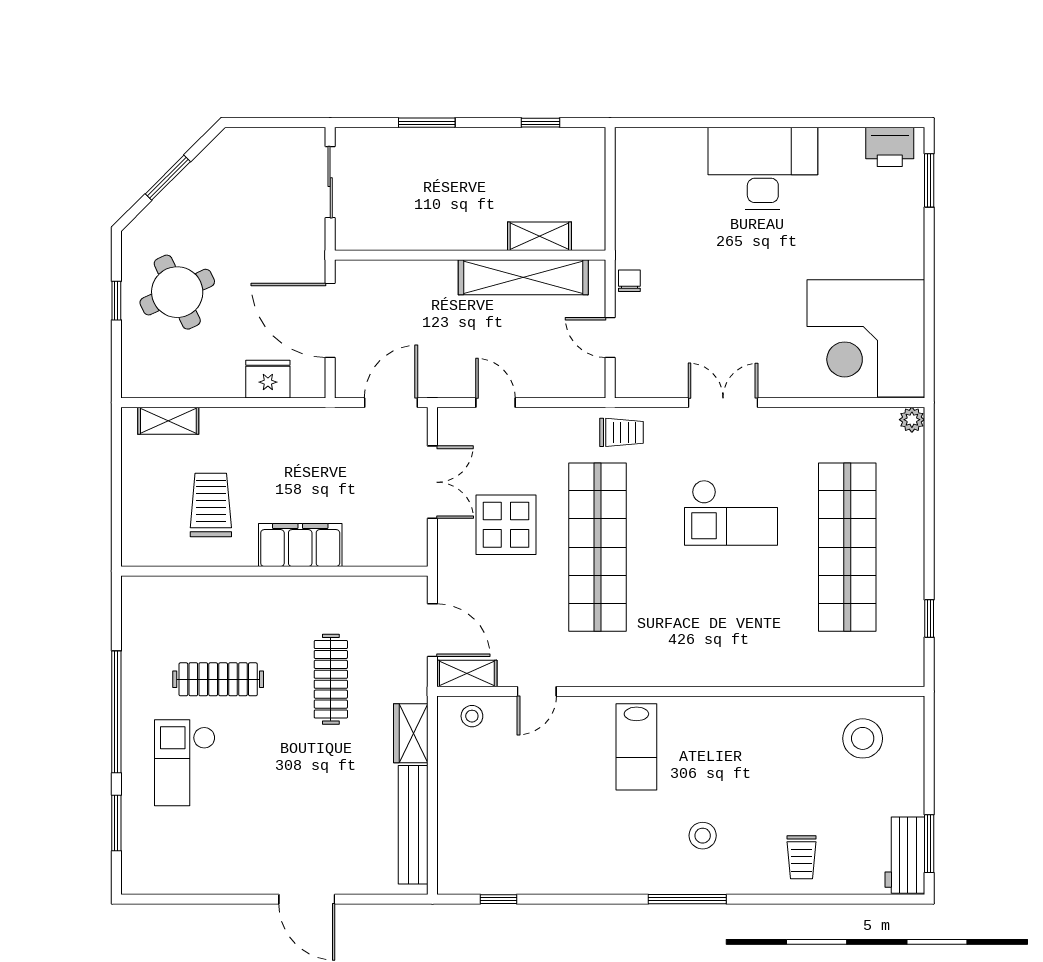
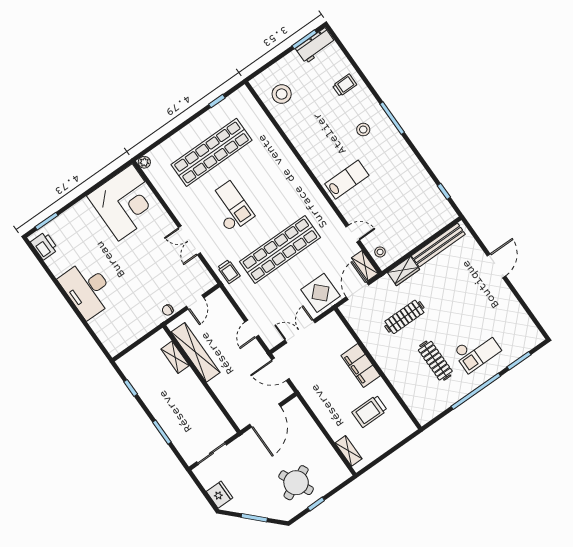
fridge: (268, 379) -> (220, 495), moved, turned 180
trolley: (621, 432) -> (229, 272), turned 180
display table: (506, 525) -> (321, 293), moved

